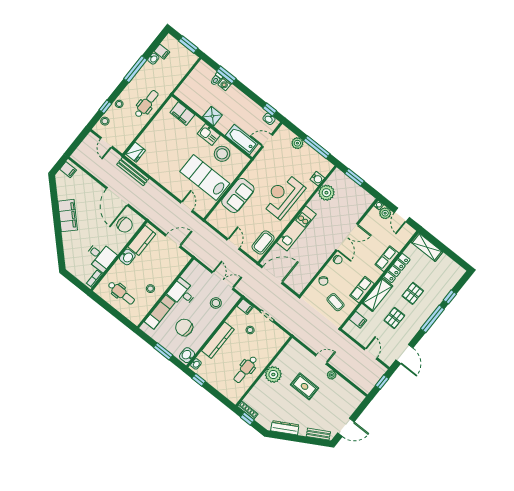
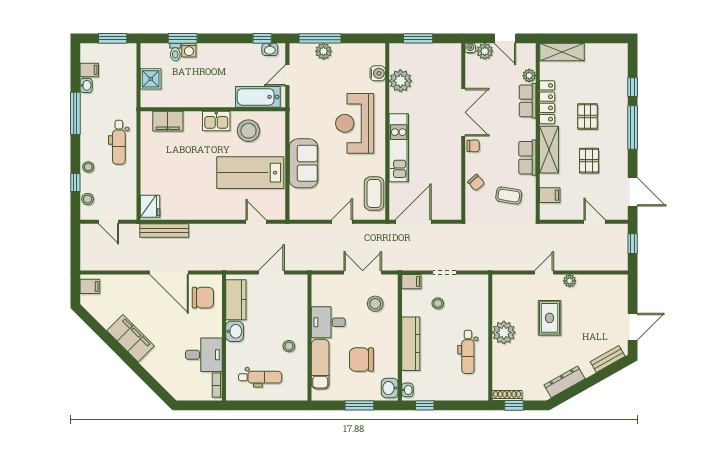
dental chair: (146, 104) -> (119, 142), turned 180
shower: (212, 116) -> (151, 79), moved
window: (317, 147) -> (320, 38), moved
door: (233, 244) -> (342, 222), hinge flipped
plant: (399, 246) -> (529, 76), added
rug: (305, 386) -> (549, 318), turned 90

